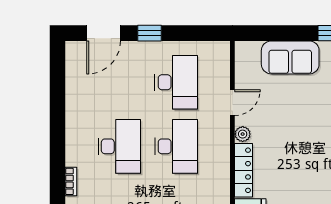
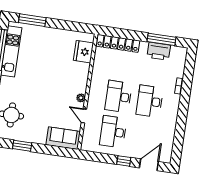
sofa: (290, 57) -> (63, 138), moved
door: (232, 103) -> (84, 116), hinge flipped
locker: (244, 170) -> (83, 78), removed

